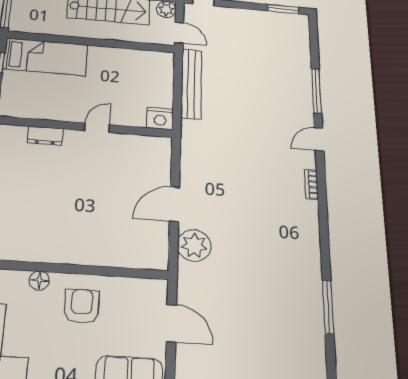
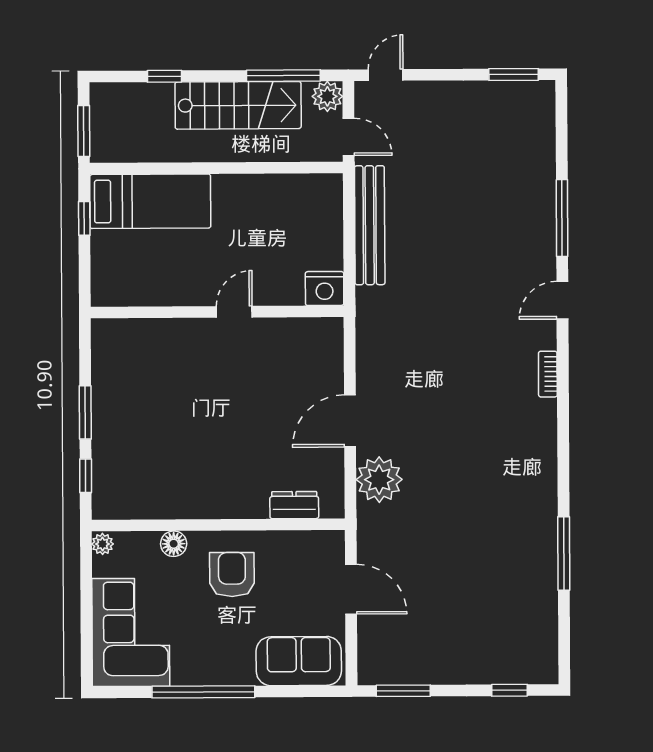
dresser: (45, 136) -> (294, 505), moved, turned 180

